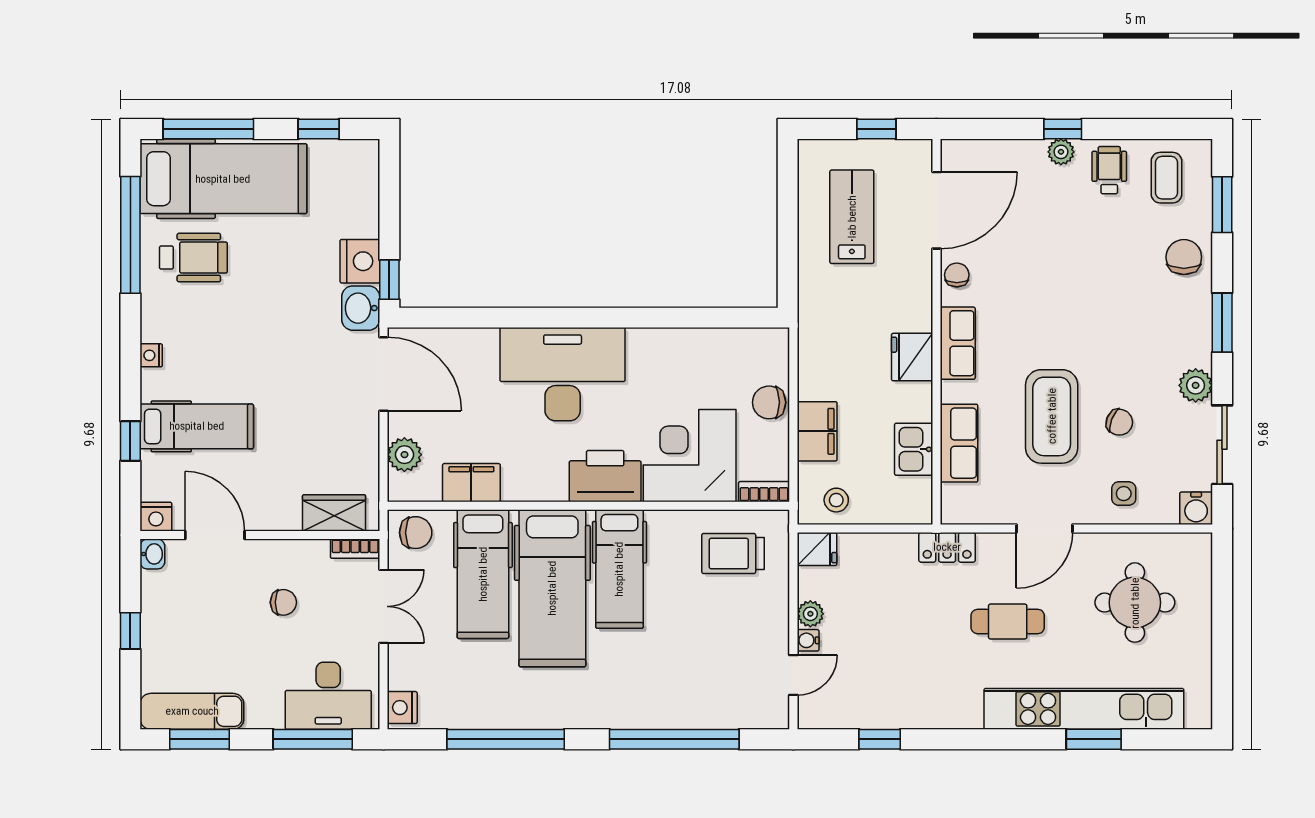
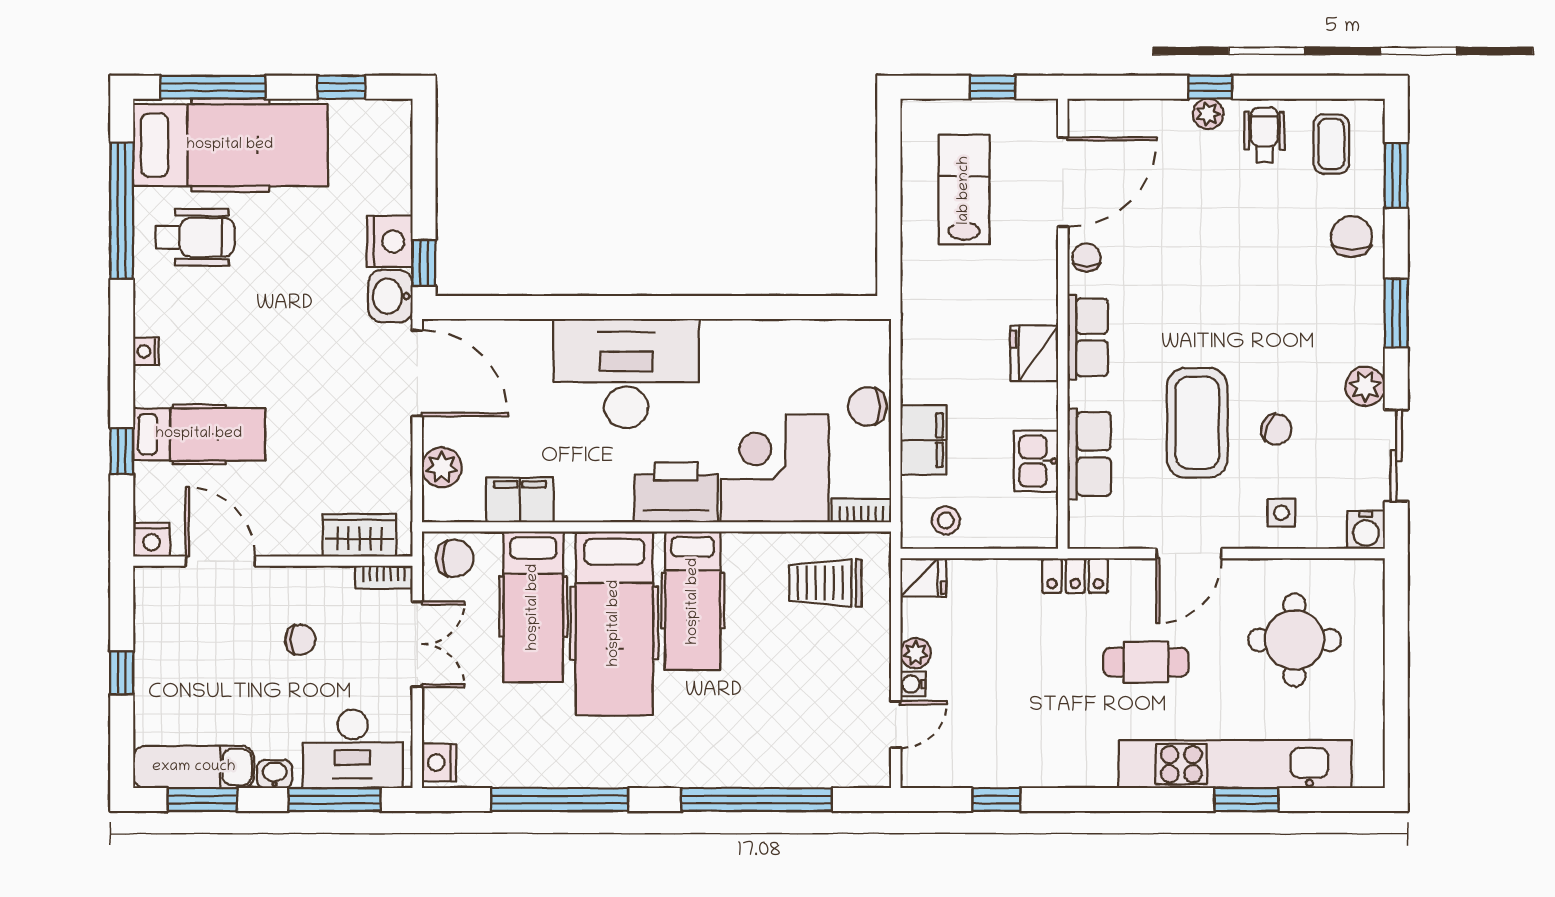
washbasin: (152, 554) -> (275, 774), moved, turned -90

